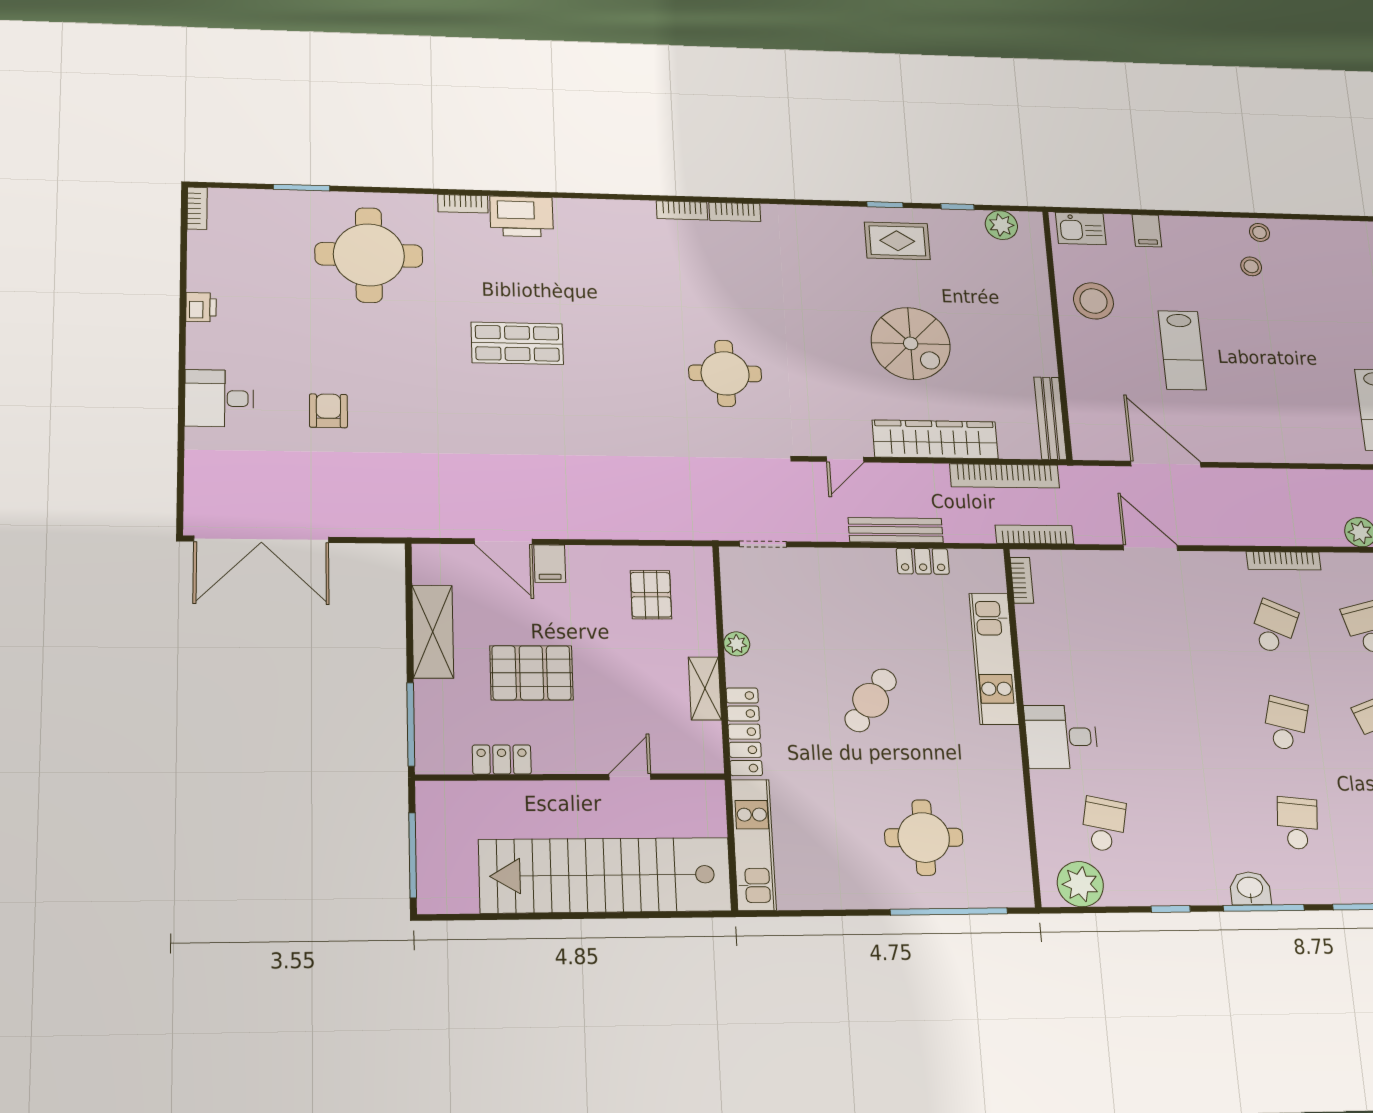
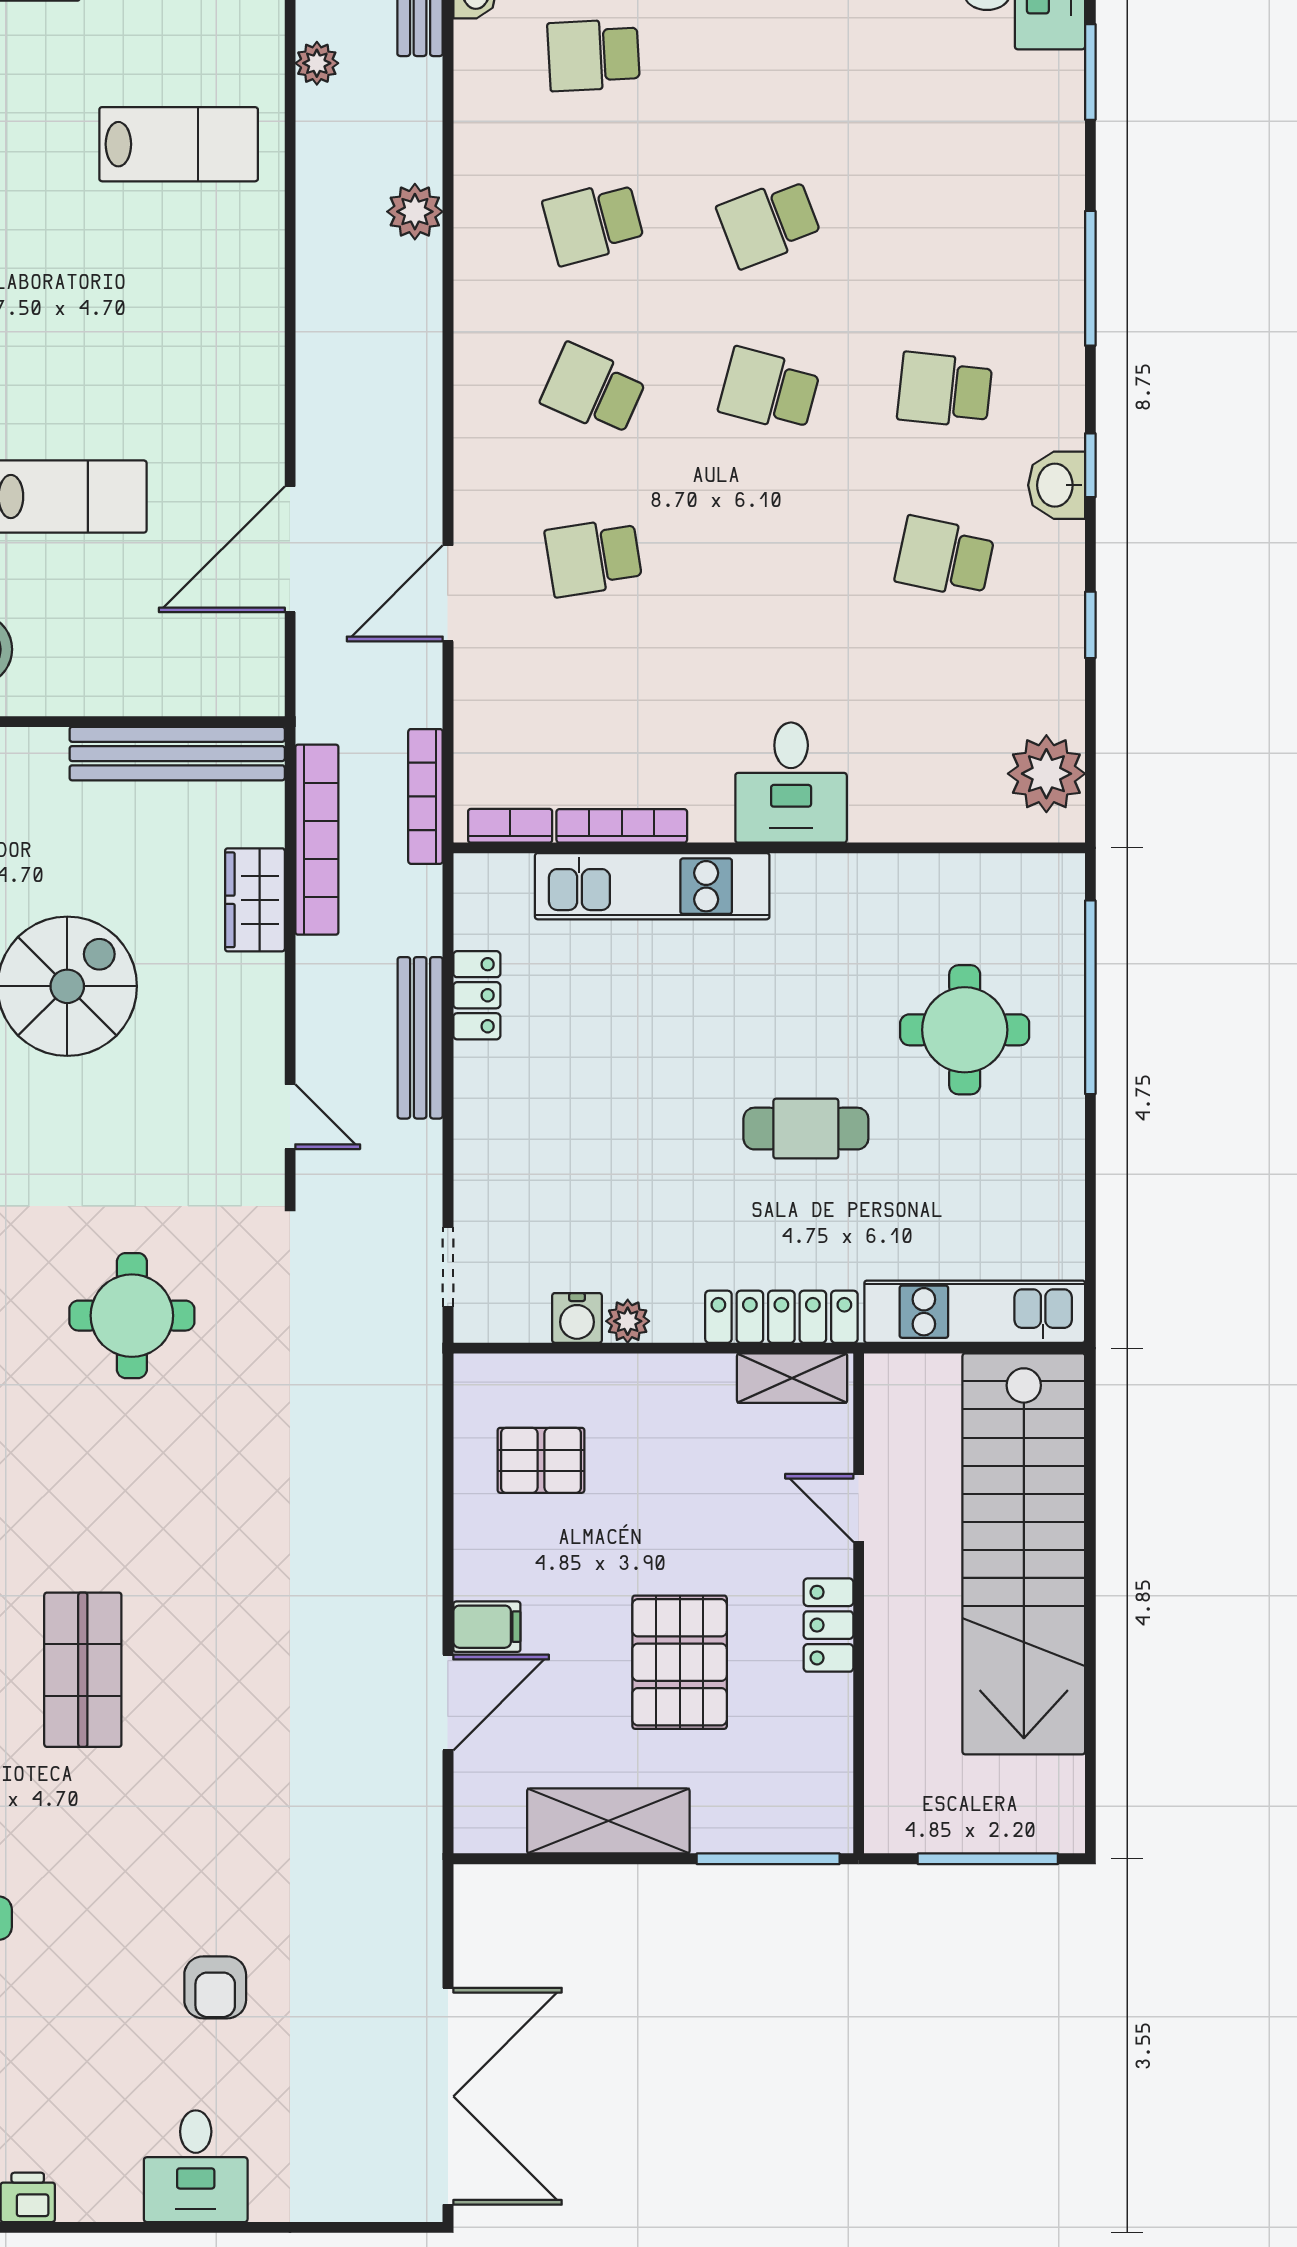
armchair: (328, 411) -> (215, 1987), turned -90
bench: (1050, 418) -> (177, 754), width x1.37, depth x1.21
wardrobe: (935, 439) -> (255, 900), width x0.48, depth x0.85
bookcase: (1284, 561) -> (622, 826), moved, turned -90
water cooler: (737, 615) -> (577, 1318), added
school desk: (1179, 627) -> (594, 557), added
shelving: (705, 688) -> (792, 1378), moved
cafe table: (871, 700) -> (806, 1129), moved, turned -35
locker: (502, 760) -> (828, 1625), moved
school desk: (1104, 825) -> (945, 557), moved
window: (1264, 908) -> (1090, 465), width x0.46

